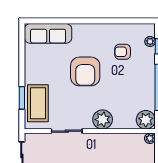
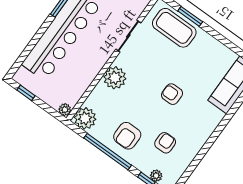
armchair: (85, 71) -> (172, 94), width x0.53, depth x0.53
armchair: (137, 82) -> (127, 136), added

